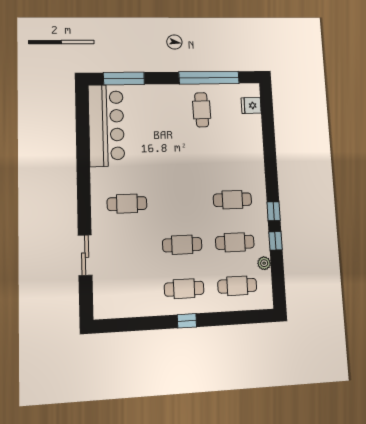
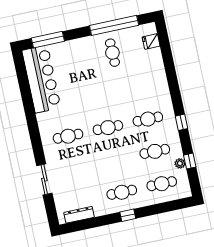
window: (276, 241) -> (190, 161), moved
cafe table: (182, 245) -> (108, 128), moved
dresser: (123, 310) -> (79, 215), added

